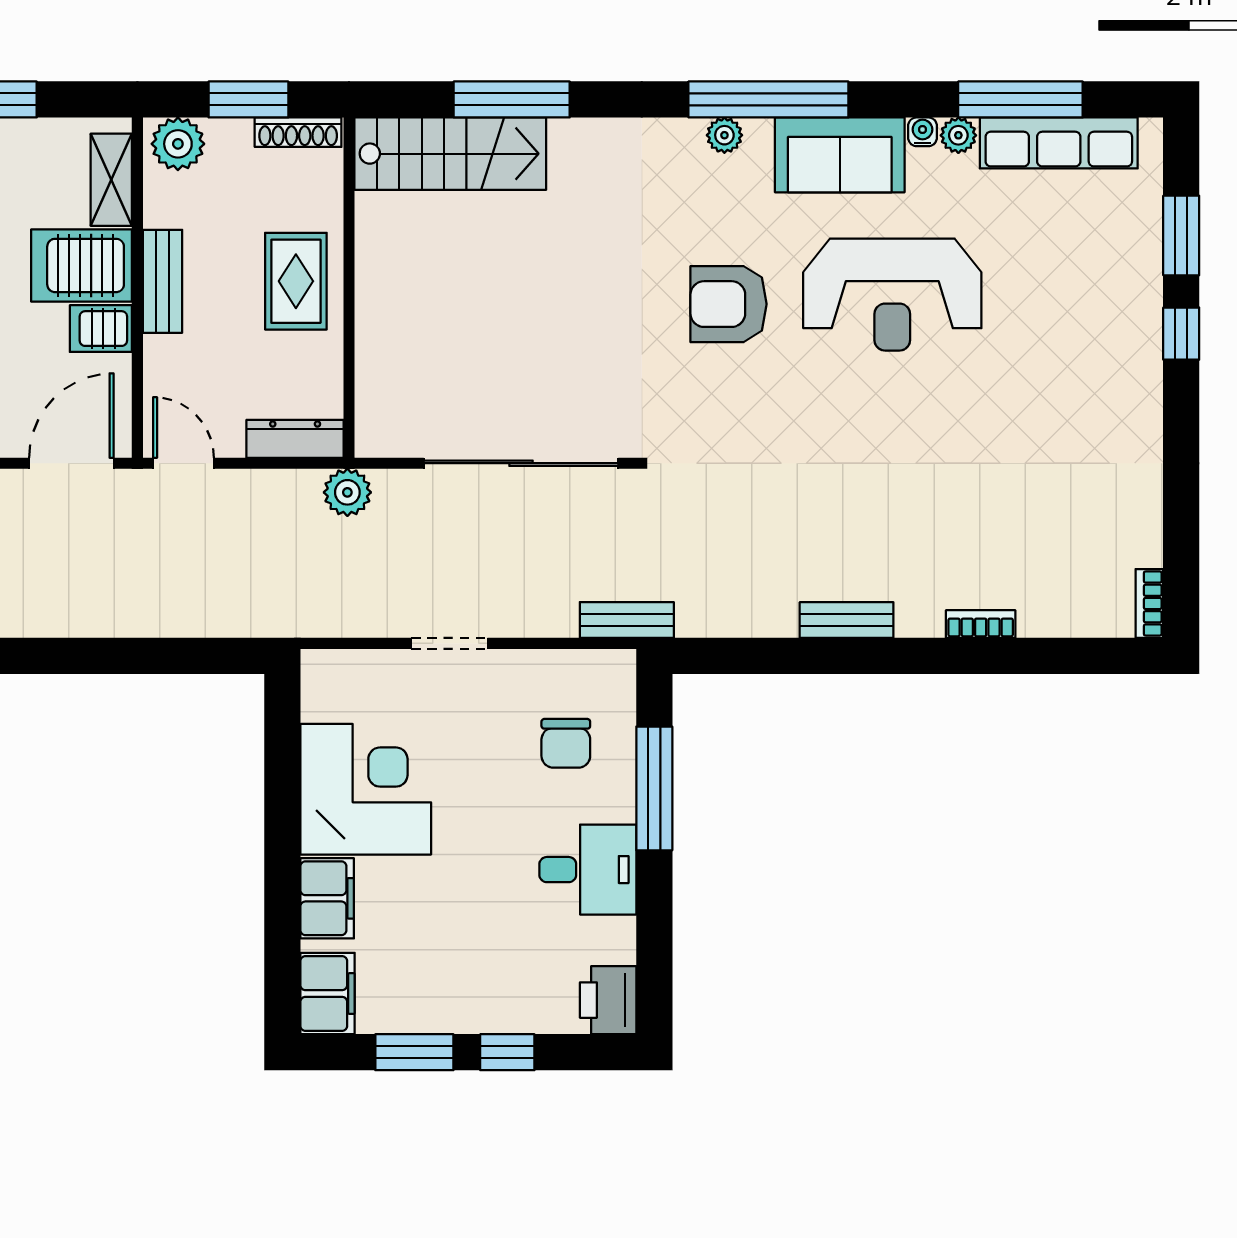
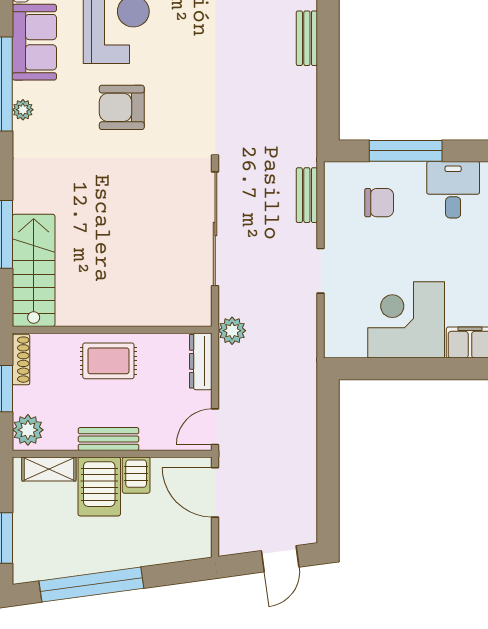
armchair: (728, 304) -> (122, 107), turned 90
bench: (627, 620) -> (307, 195), moved

